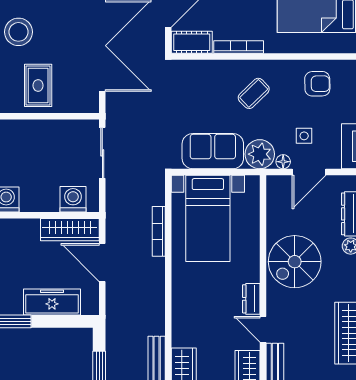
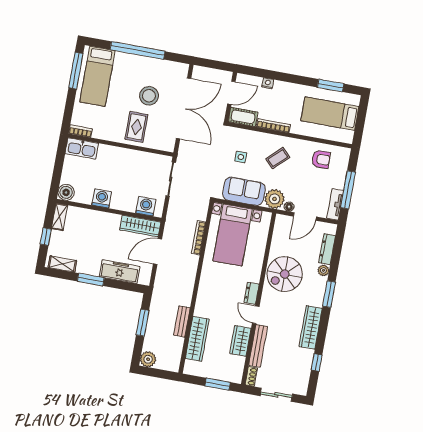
stool: (18, 32) -> (149, 96), moved
side table: (304, 136) -> (241, 157), moved
door: (102, 262) -> (158, 251), hinge flipped

